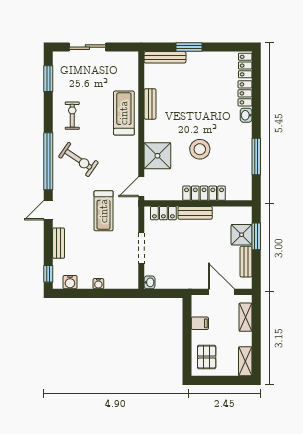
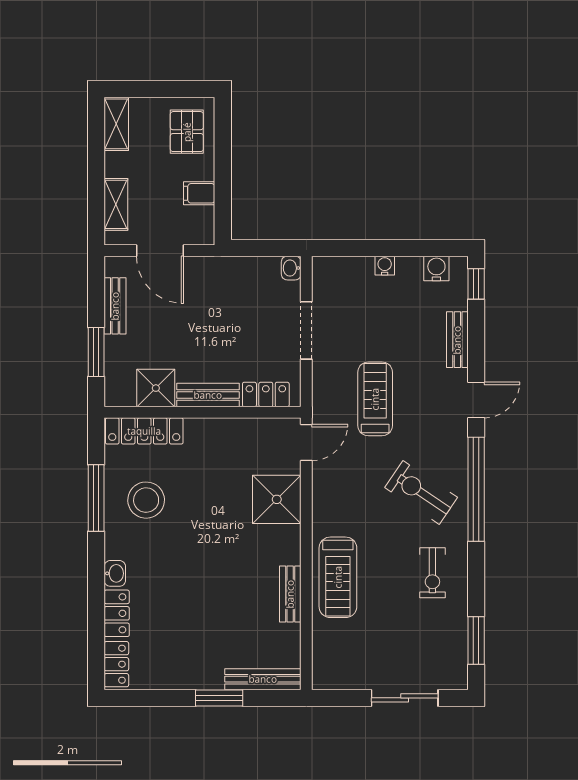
stool: (200, 149) -> (146, 500), moved
locker: (204, 193) -> (144, 431), moved
shower: (242, 235) -> (156, 388), moved

